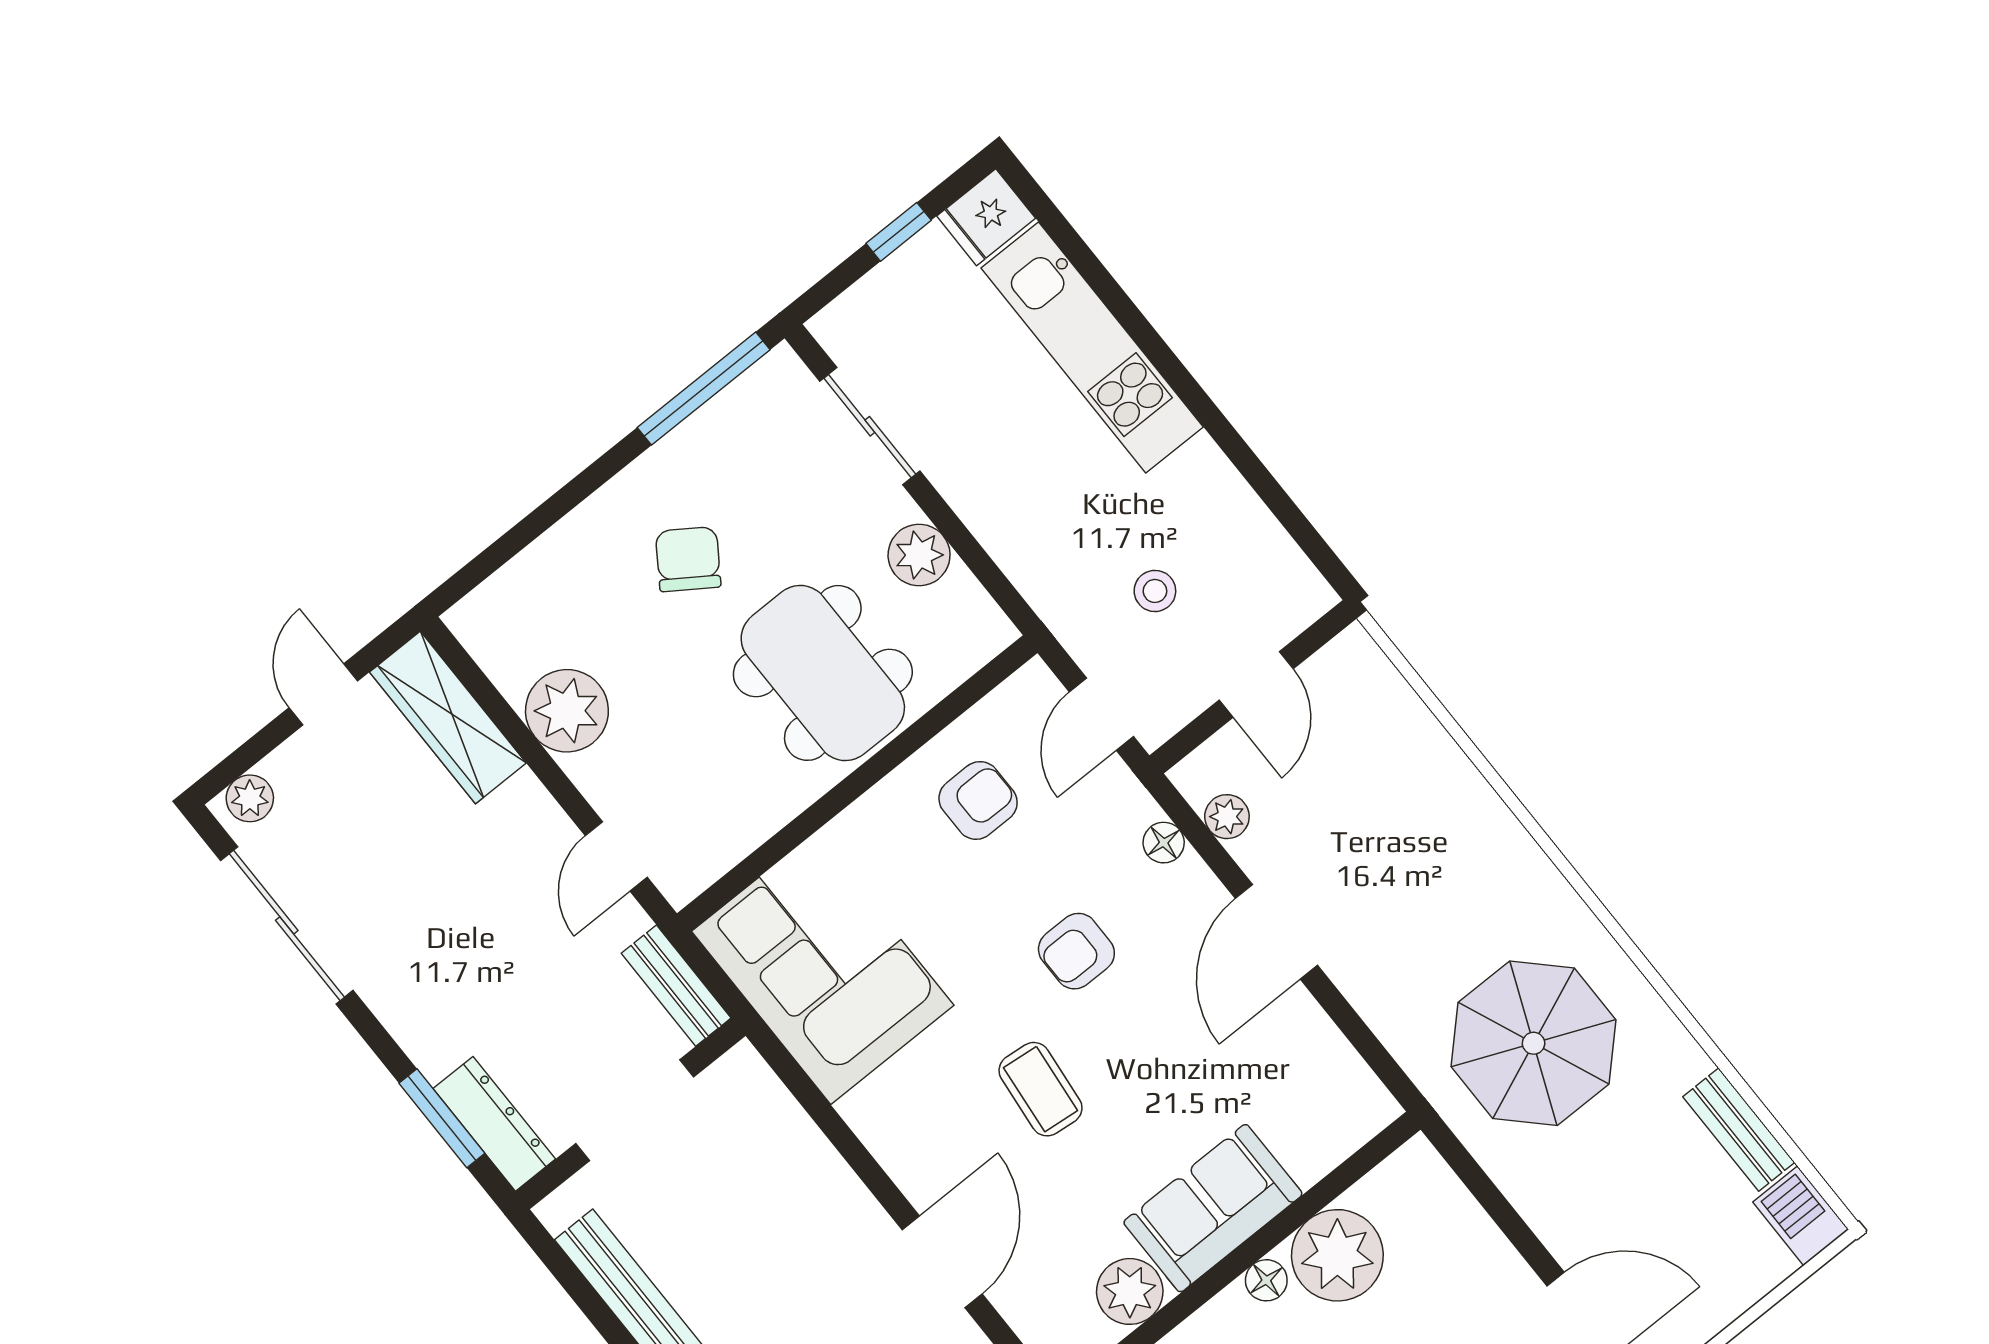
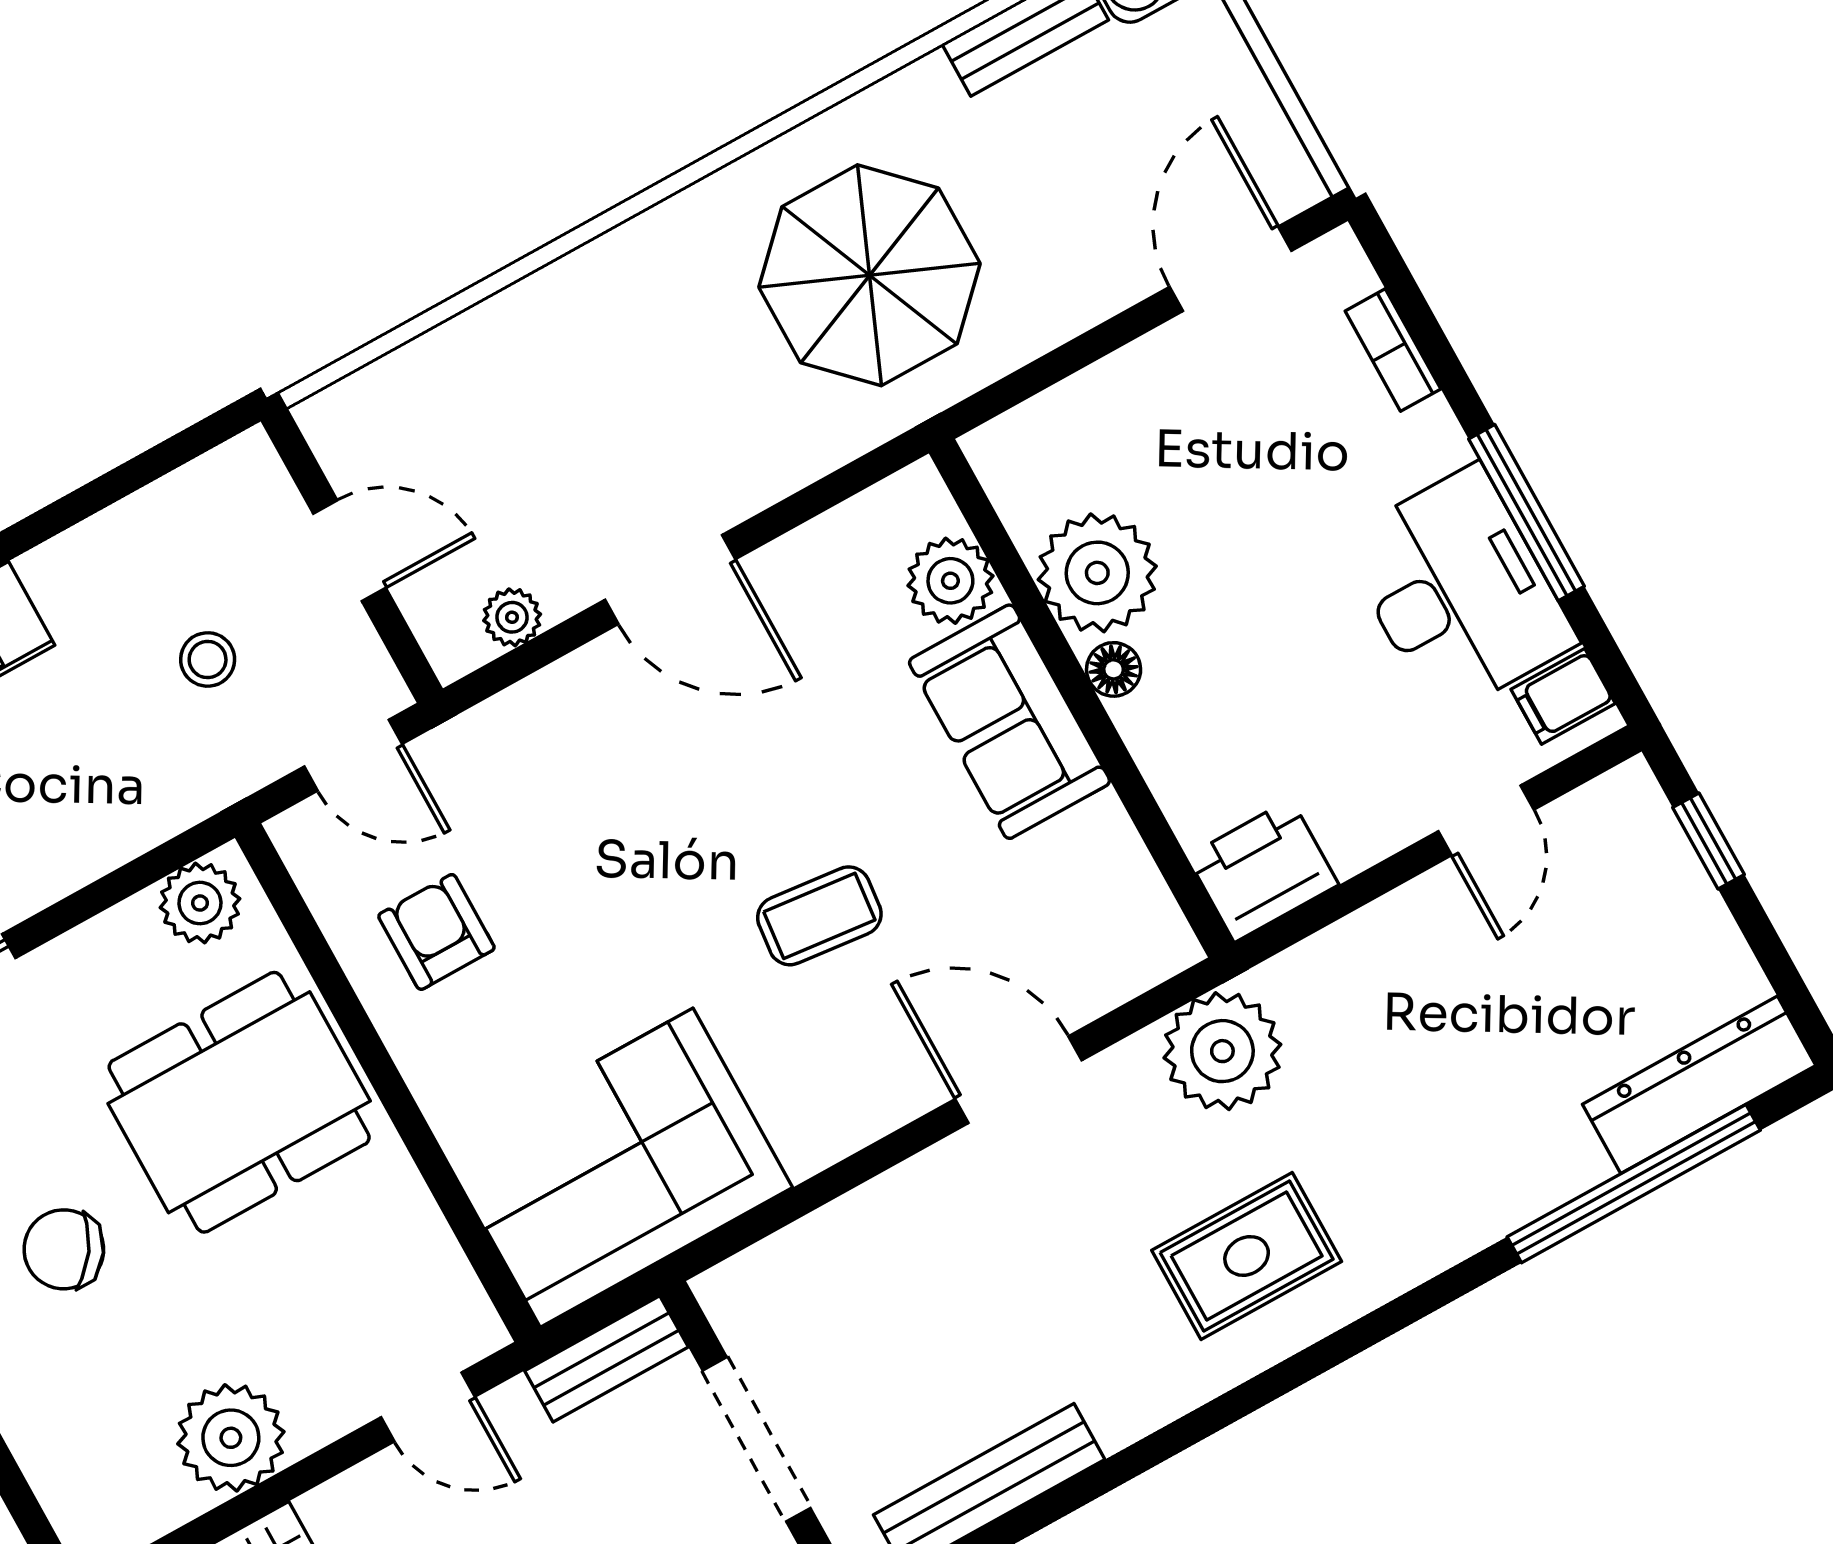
plant: (919, 555) -> (200, 903), moved
floor lamp: (1164, 843) -> (531, 704), removed
armchair: (1076, 951) -> (651, 839), removed
plant: (1130, 1291) -> (950, 581), moved

